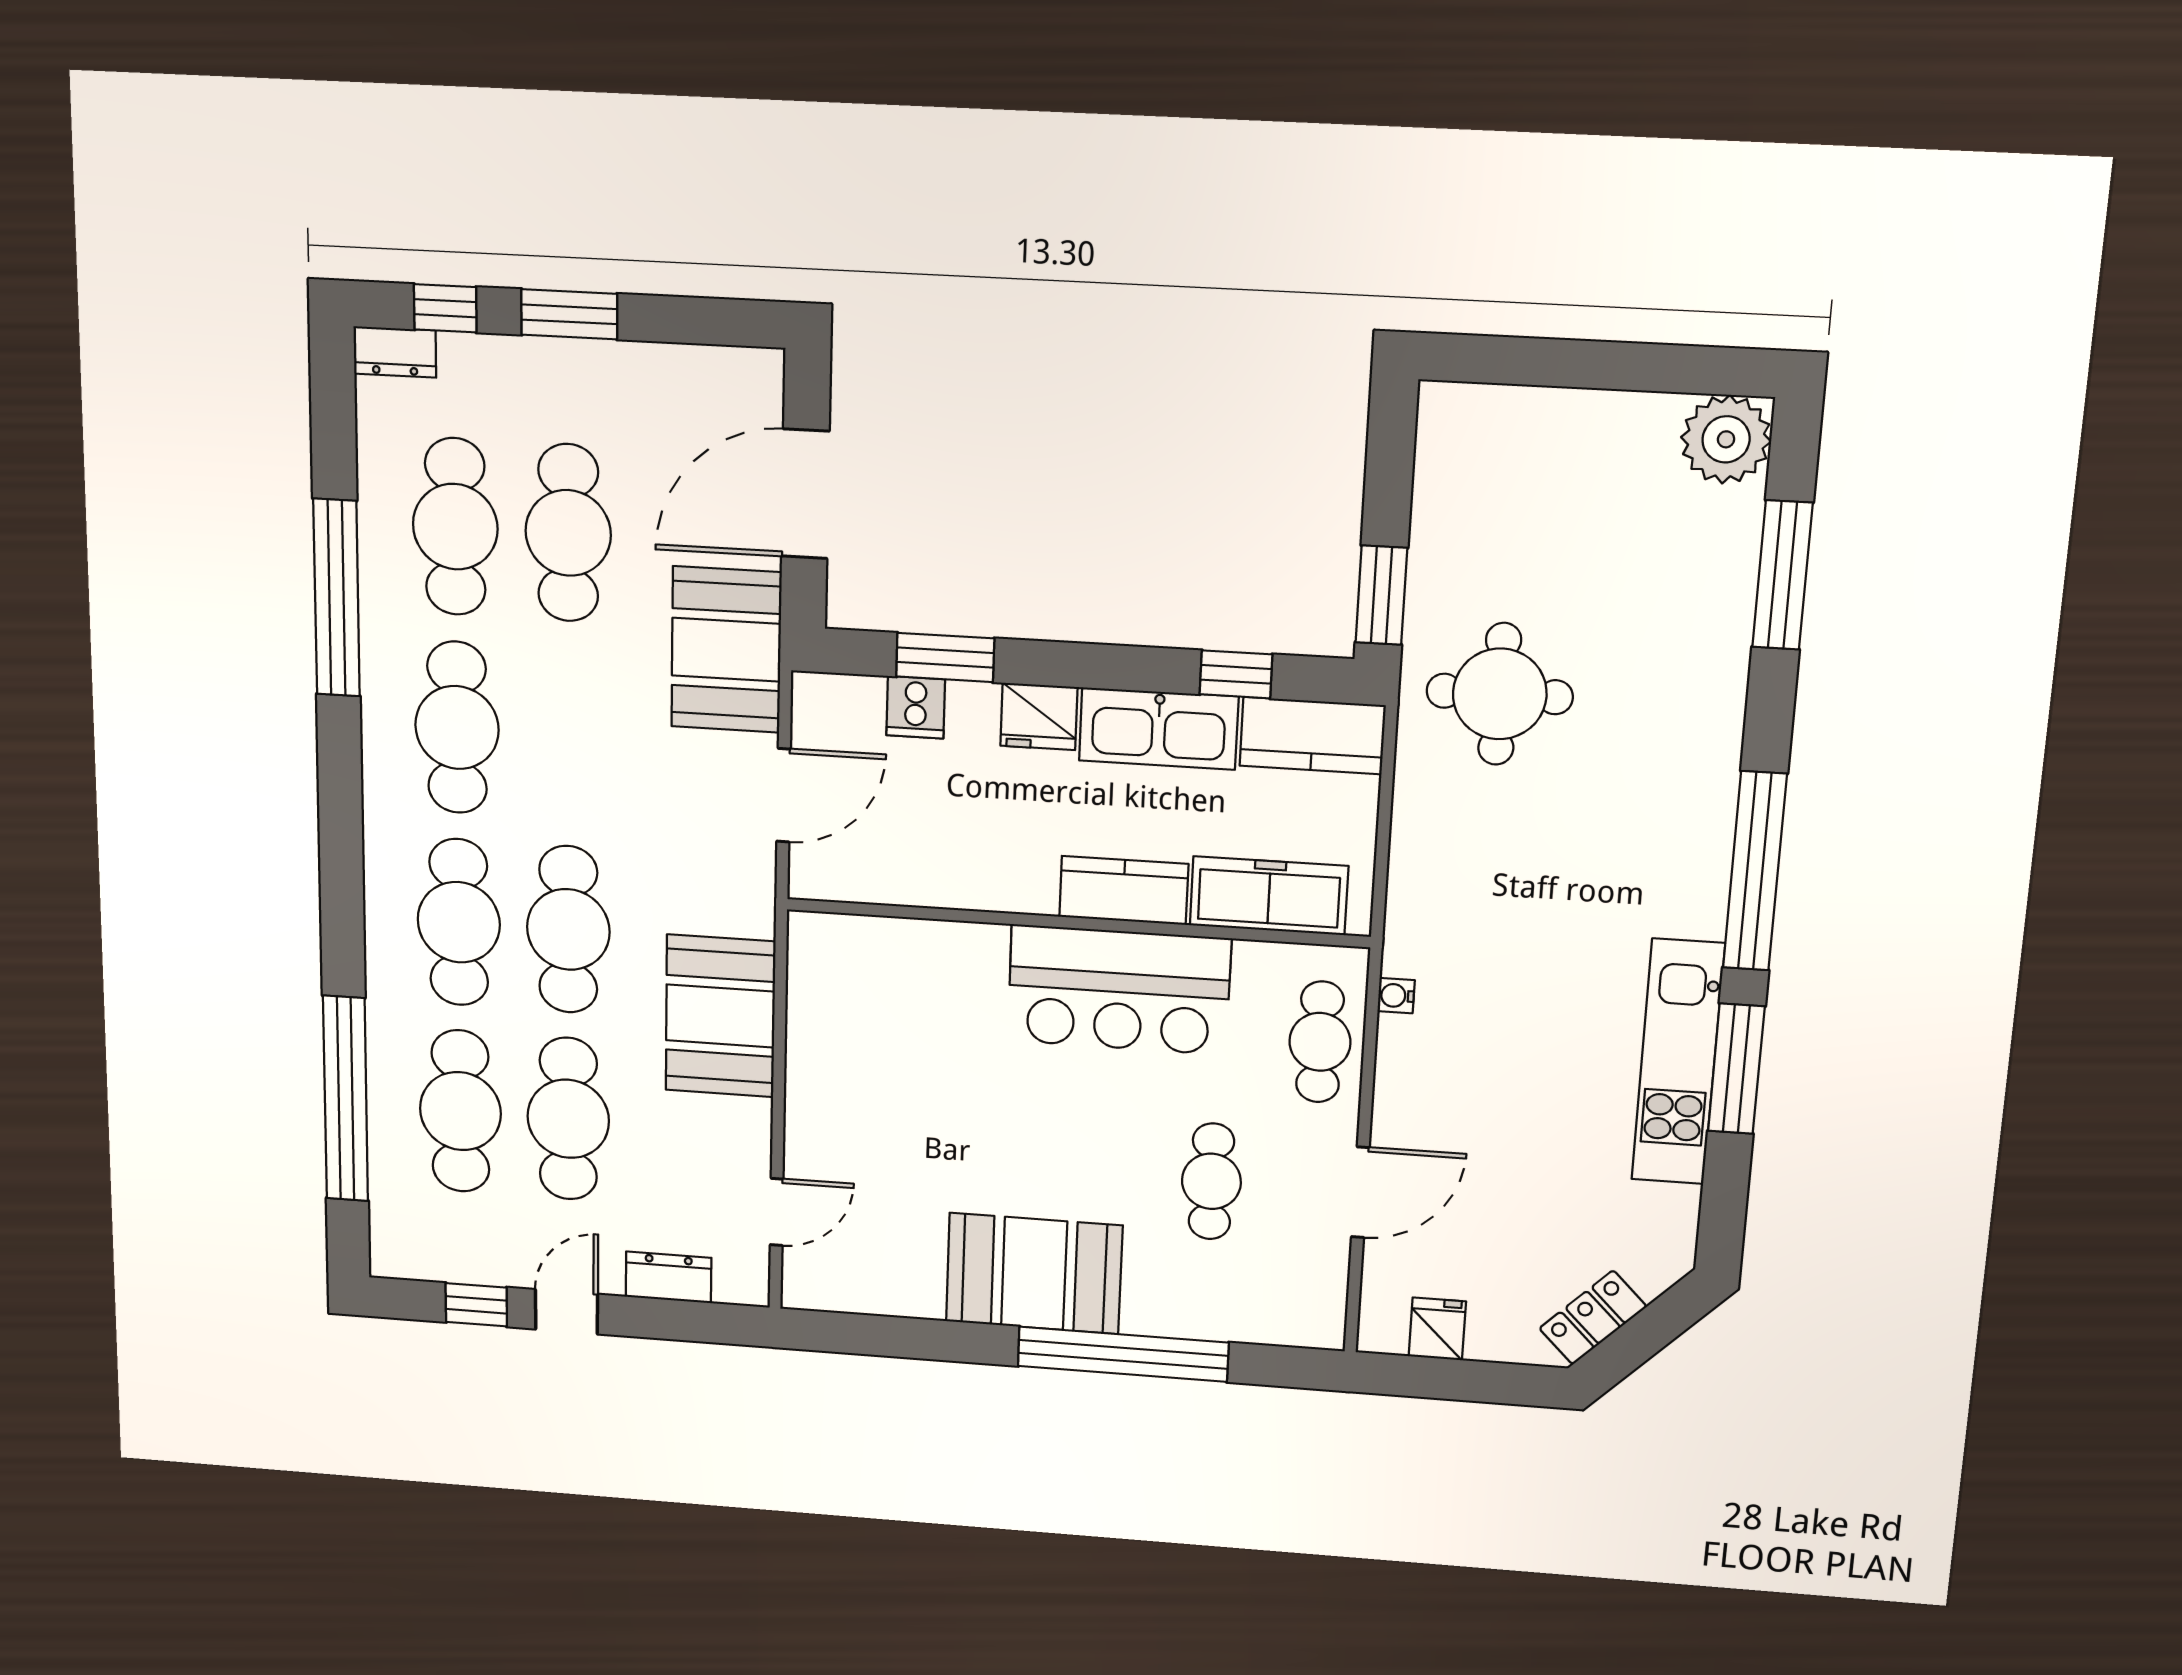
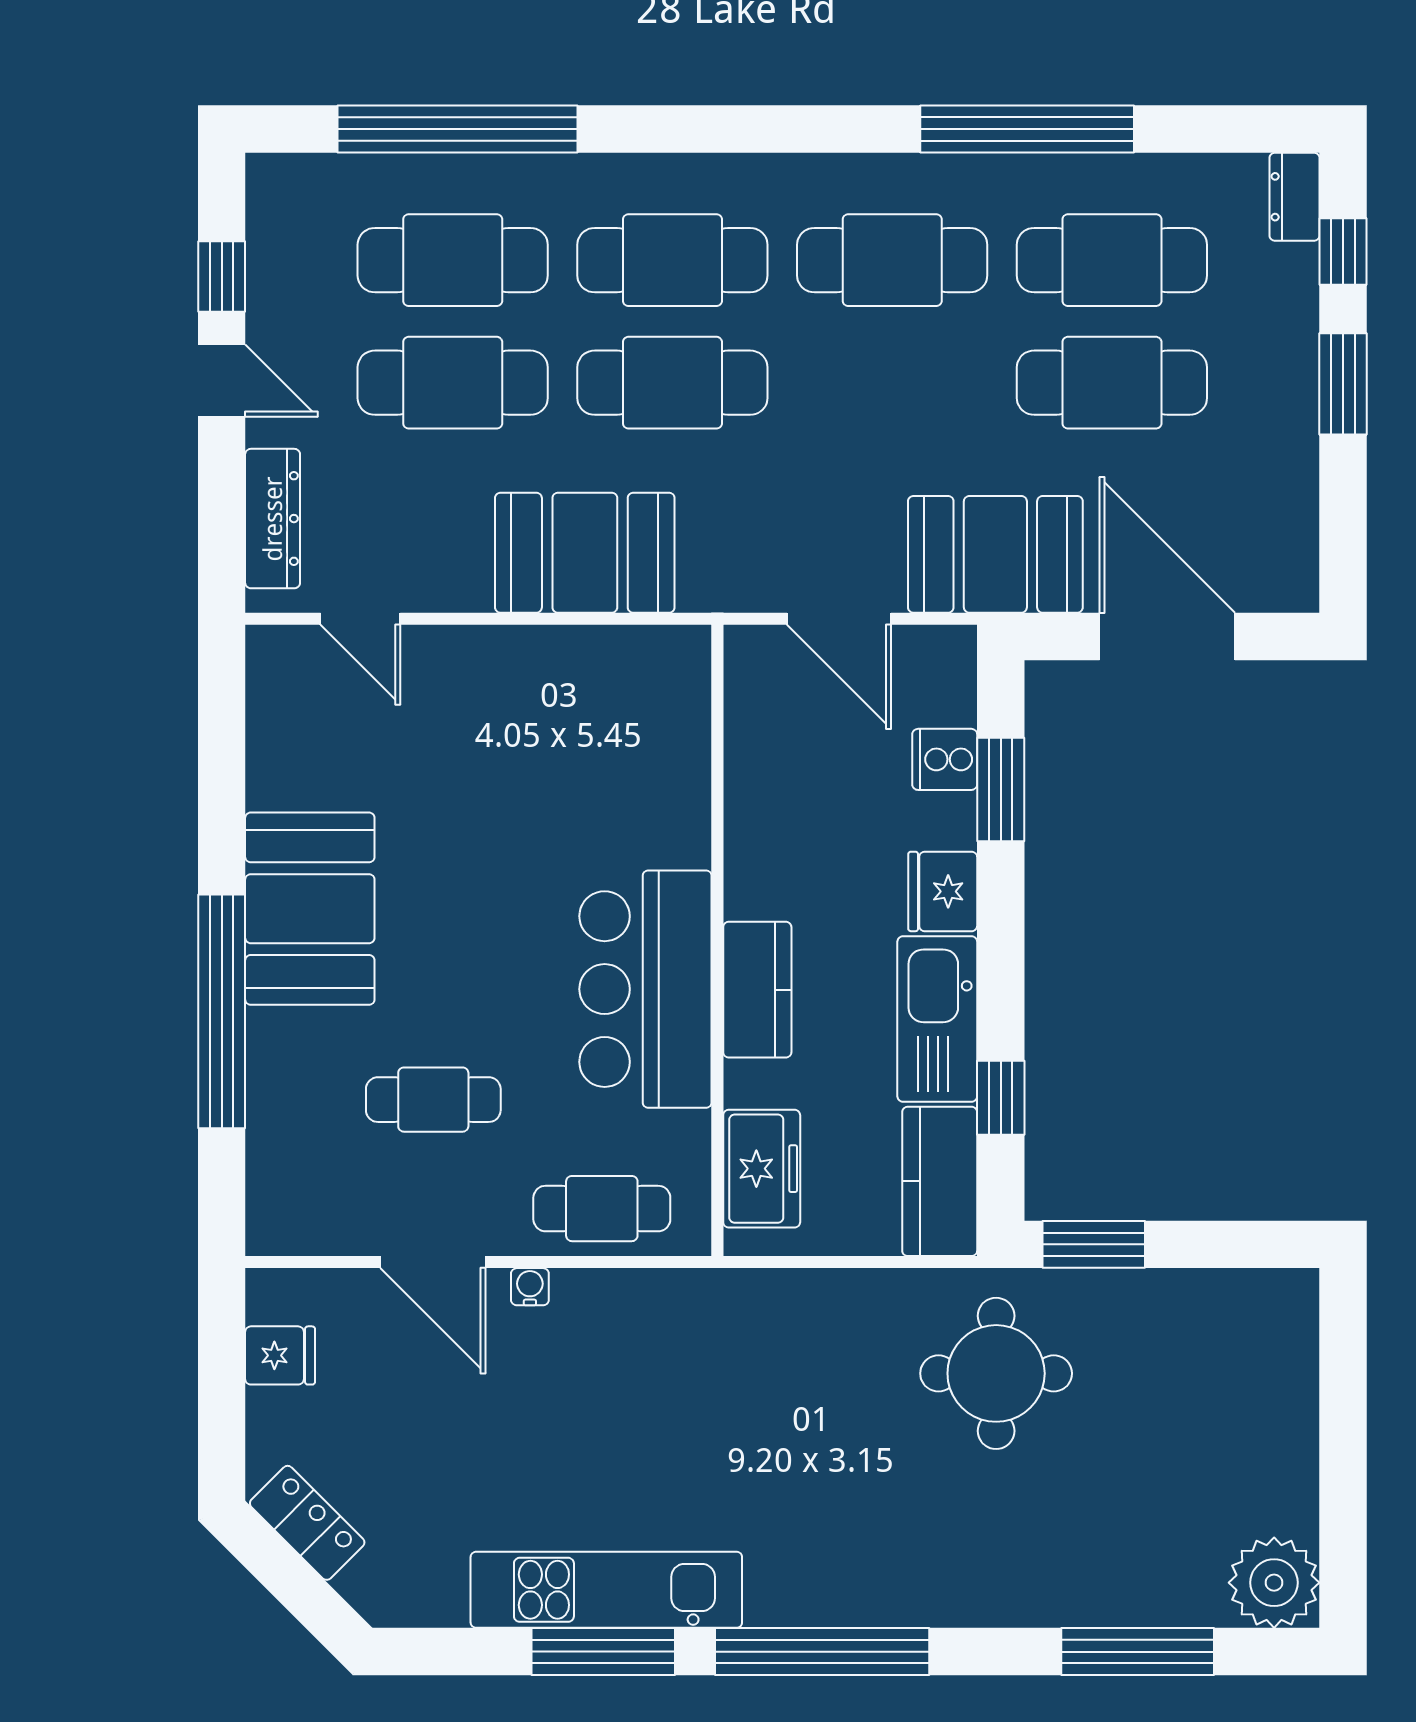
freezer: (1269, 896) -> (762, 1169), width x0.71
water cooler: (1396, 996) -> (530, 1287), moved
dresser: (669, 1277) -> (273, 519), width x1.44

